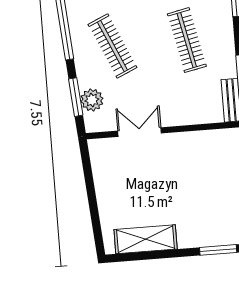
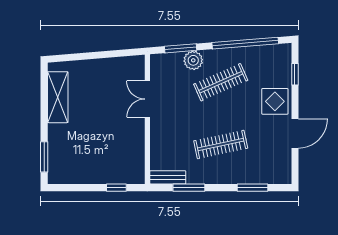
plant: (92, 100) -> (193, 60), moved
double door: (139, 132) -> (147, 99), swing flipped

